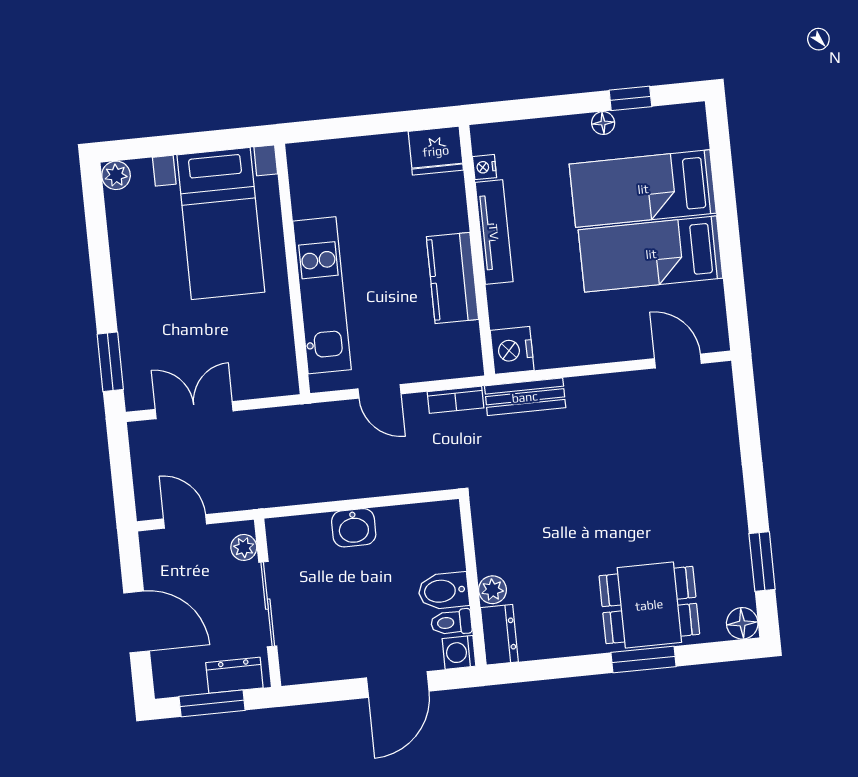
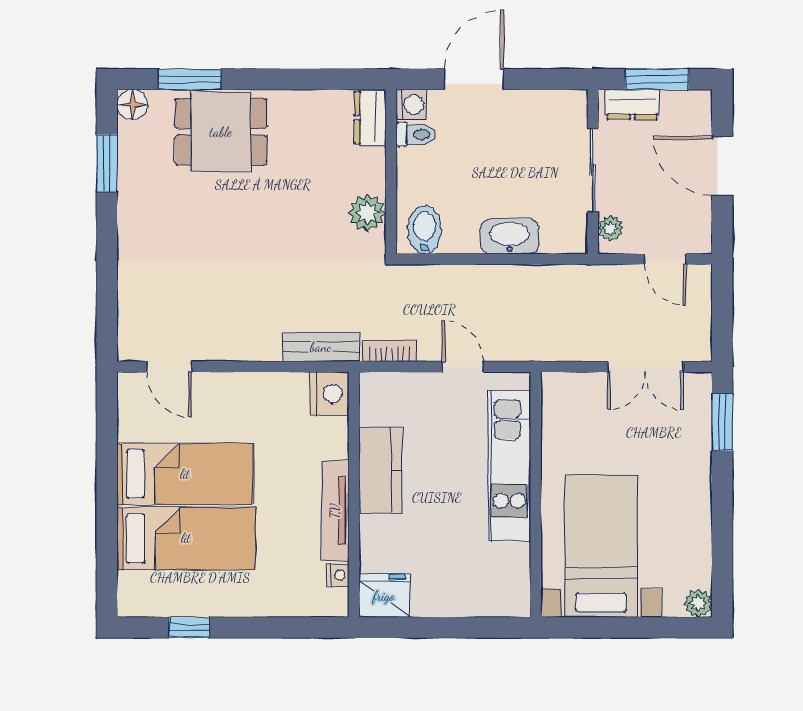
floor lamp: (603, 123) -> (218, 606), removed
washbasin: (354, 528) -> (510, 236), width x1.38
plant: (492, 590) -> (367, 213), moved, width x1.38, depth x1.38
bidet: (443, 591) -> (425, 230), moved, turned -90
window: (643, 660) -> (190, 79), moved

